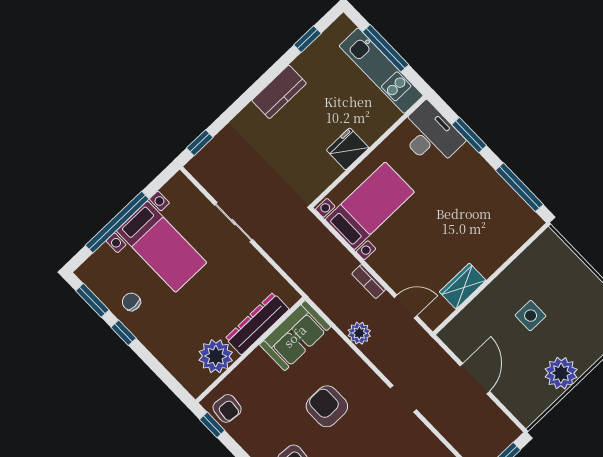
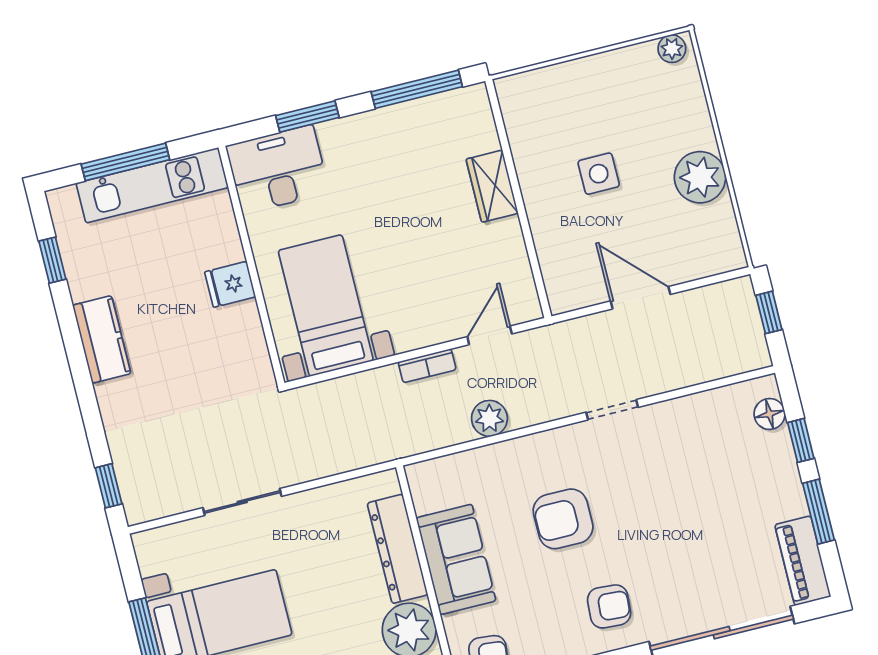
fridge: (348, 149) -> (230, 284), width x0.72
wardrobe: (463, 286) -> (492, 186), moved
sofa: (295, 336) -> (456, 559), moved

